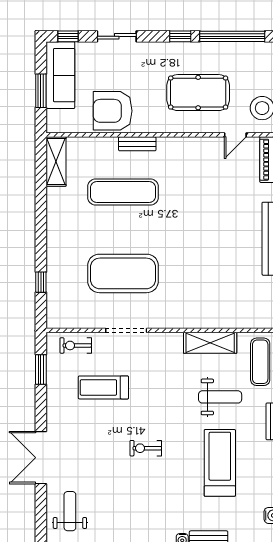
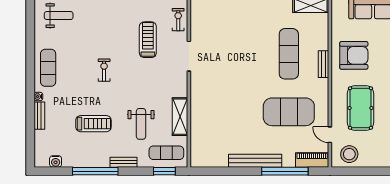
armchair: (113, 111) -> (354, 55), moved, turned 90
exercise mat: (123, 273) -> (289, 112), moved, turned 90
treadmill: (220, 463) -> (93, 124), width x0.73, depth x0.73
exercise mat: (142, 526) -> (48, 68), added

